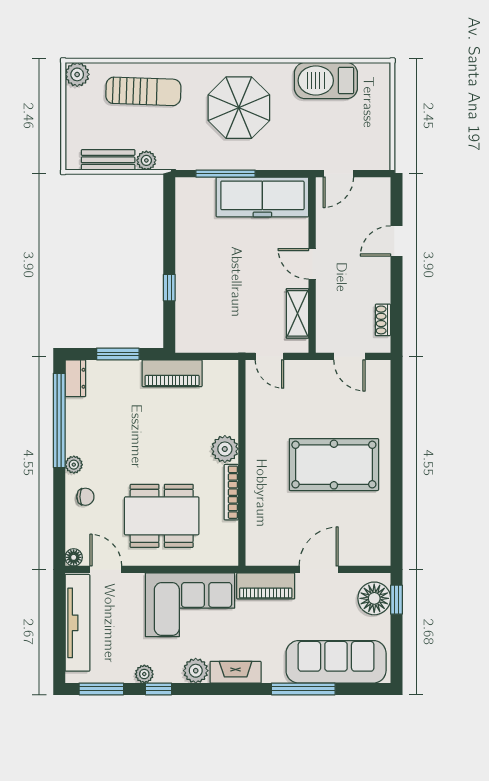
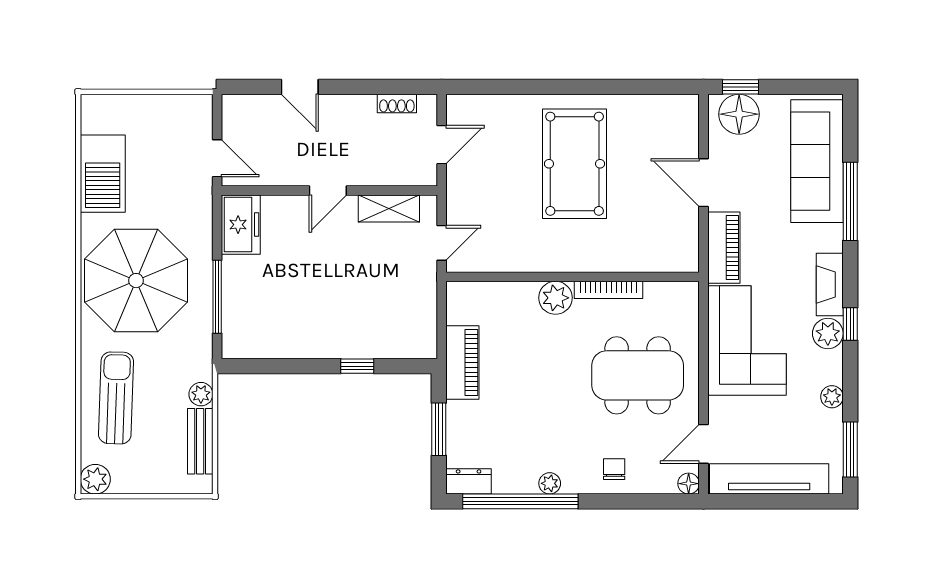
parasol: (239, 108) -> (136, 281), width x1.36, depth x1.36
freezer: (262, 197) -> (241, 225), width x0.52, depth x0.79
plant: (74, 465) -> (550, 483), moved
dining table: (162, 516) -> (638, 375), turned 90
window: (158, 689) -> (850, 324), moved

